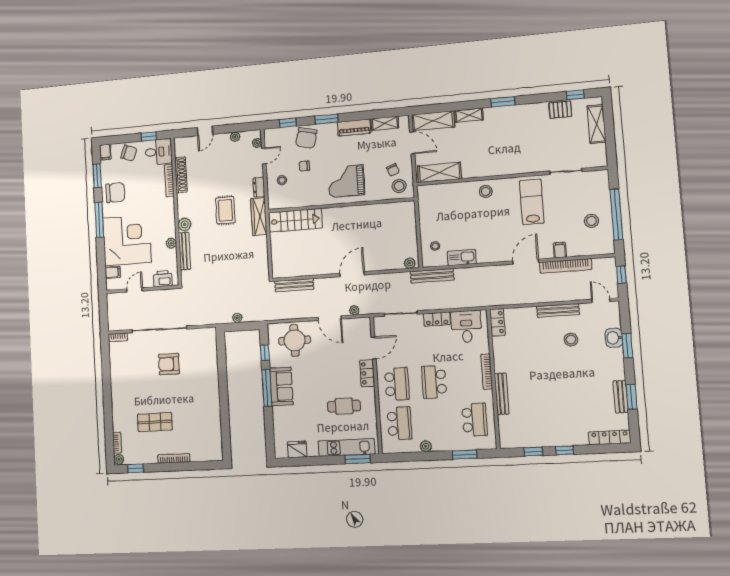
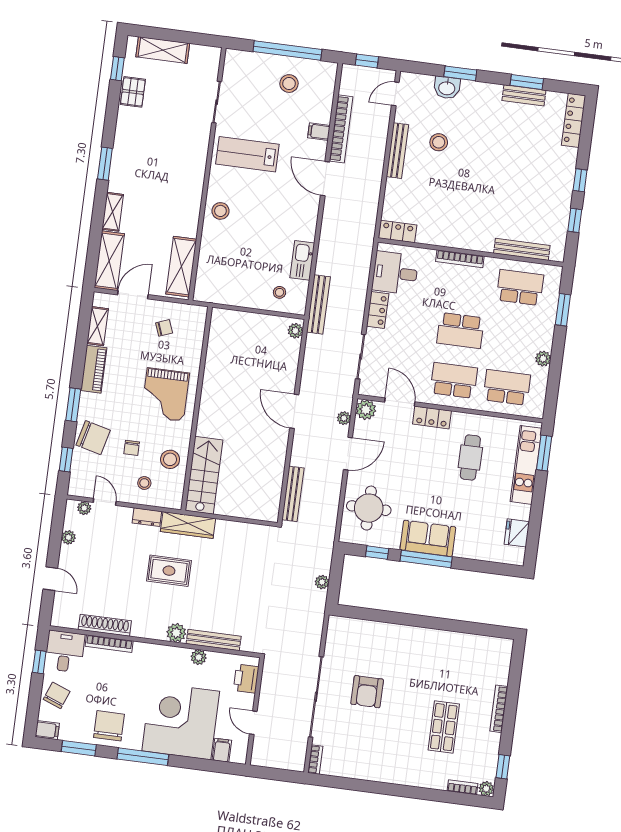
stool: (399, 186) -> (170, 459), moved
plant: (363, 325) -> (366, 410), added
bench: (502, 394) -> (522, 249), moved

